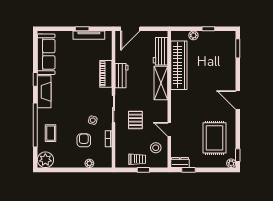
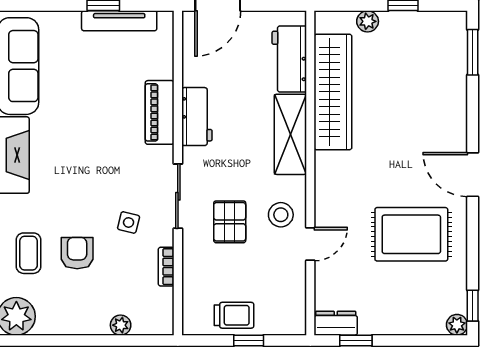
door: (169, 129) -> (310, 244), swing flipped
rug: (214, 138) -> (411, 234), moved, turned 90
armchair: (84, 140) -> (77, 253), moved
stool: (156, 148) -> (281, 215), moved

